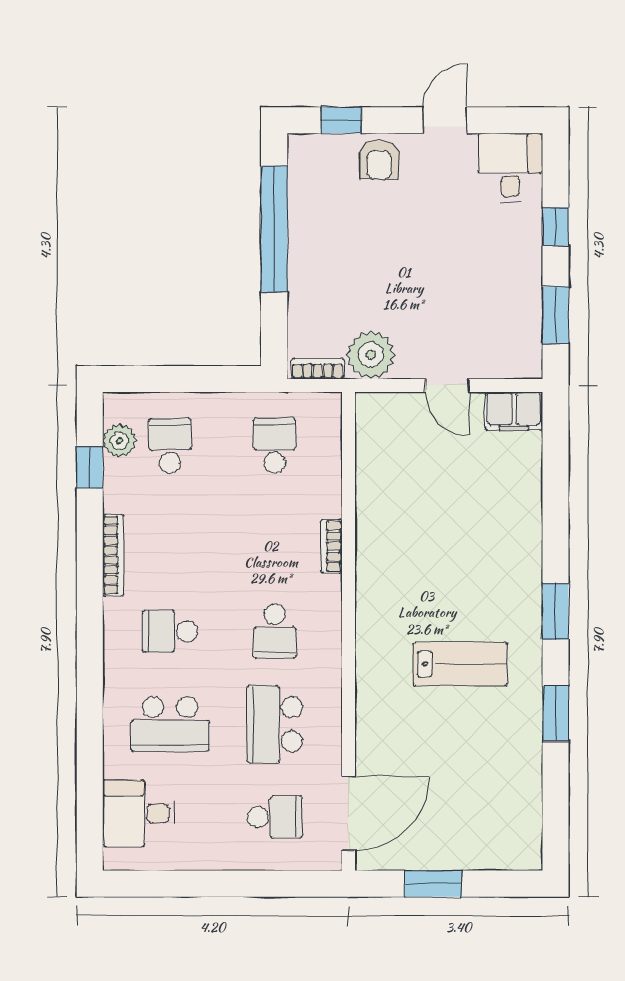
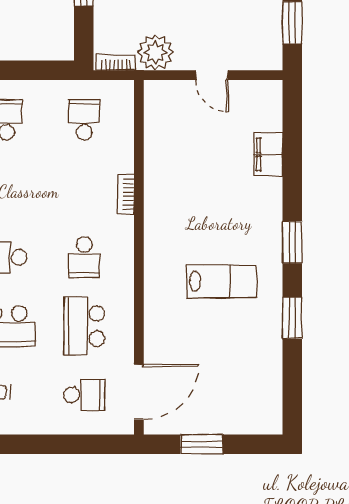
filing cabinet: (514, 411) -> (268, 154), moved, turned 90

